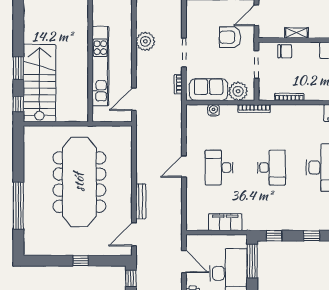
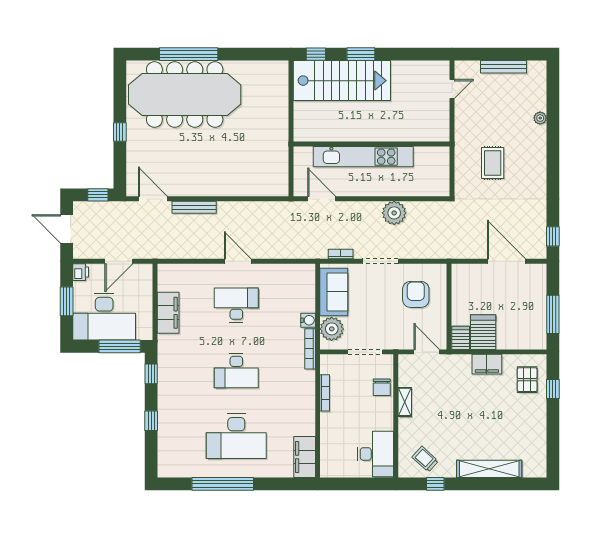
armchair: (230, 37) -> (416, 294), moved
water cooler: (214, 110) -> (308, 320), moved
meeting table: (79, 182) -> (185, 95), moved

